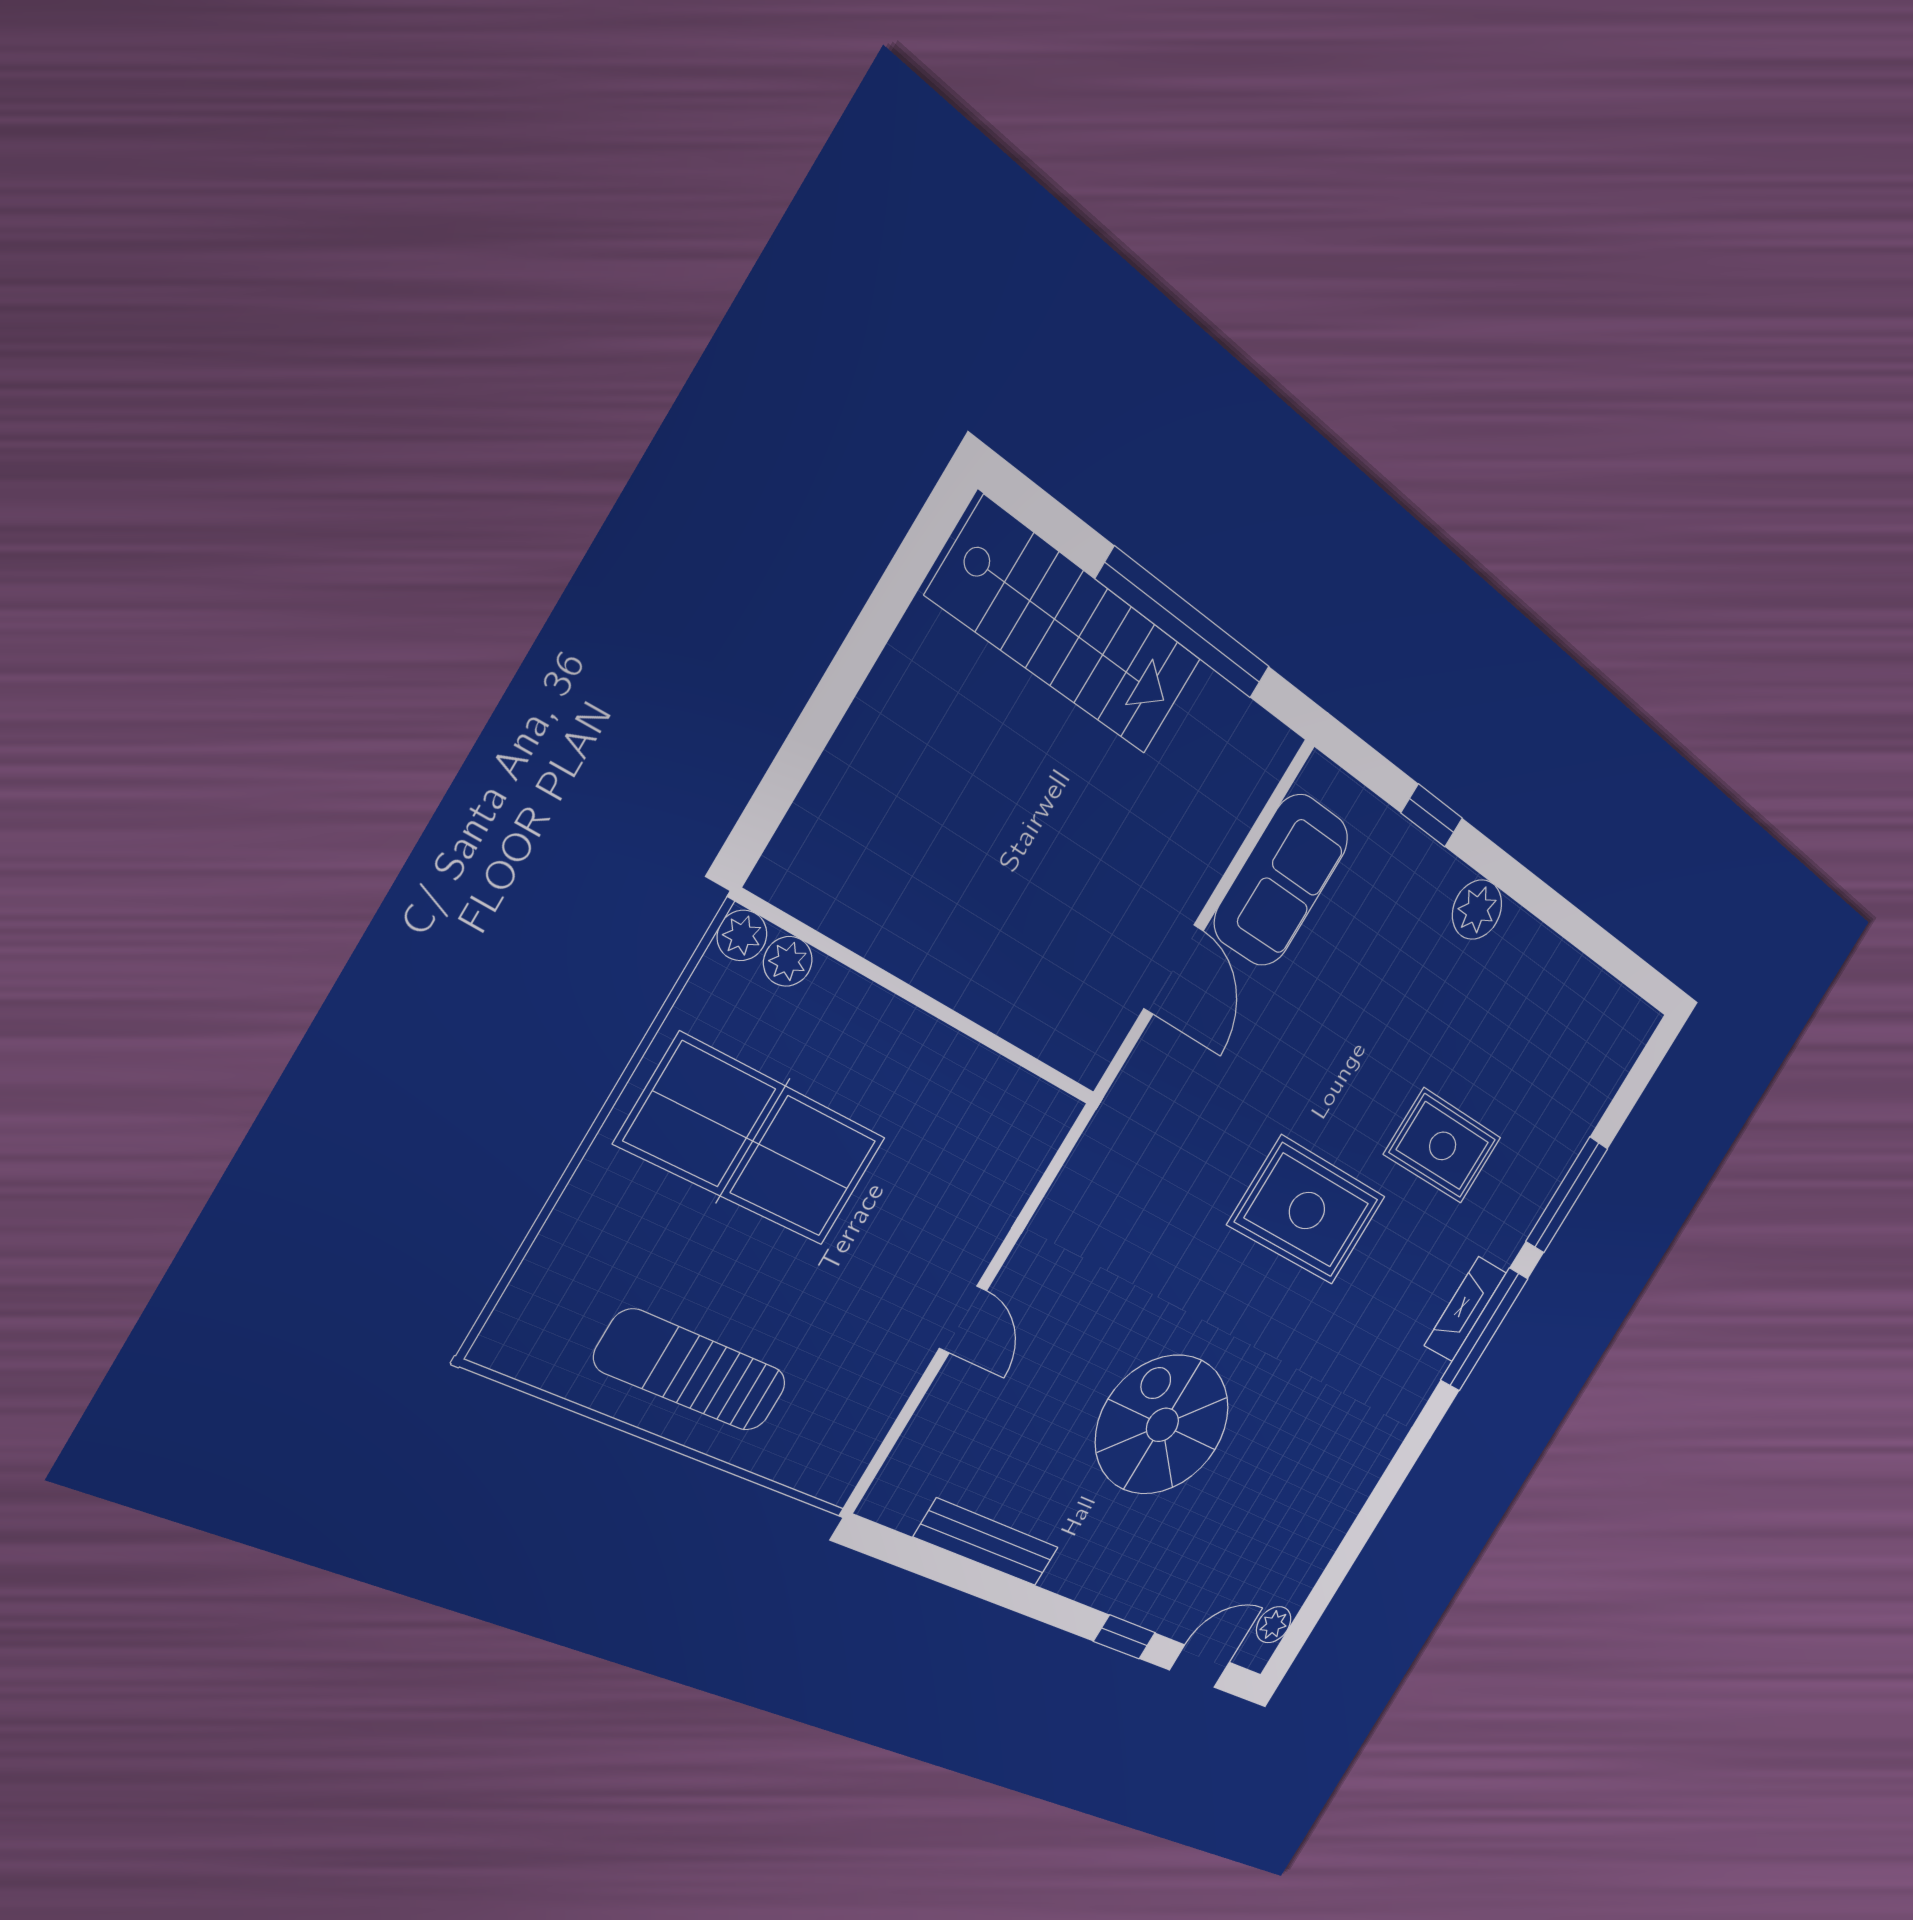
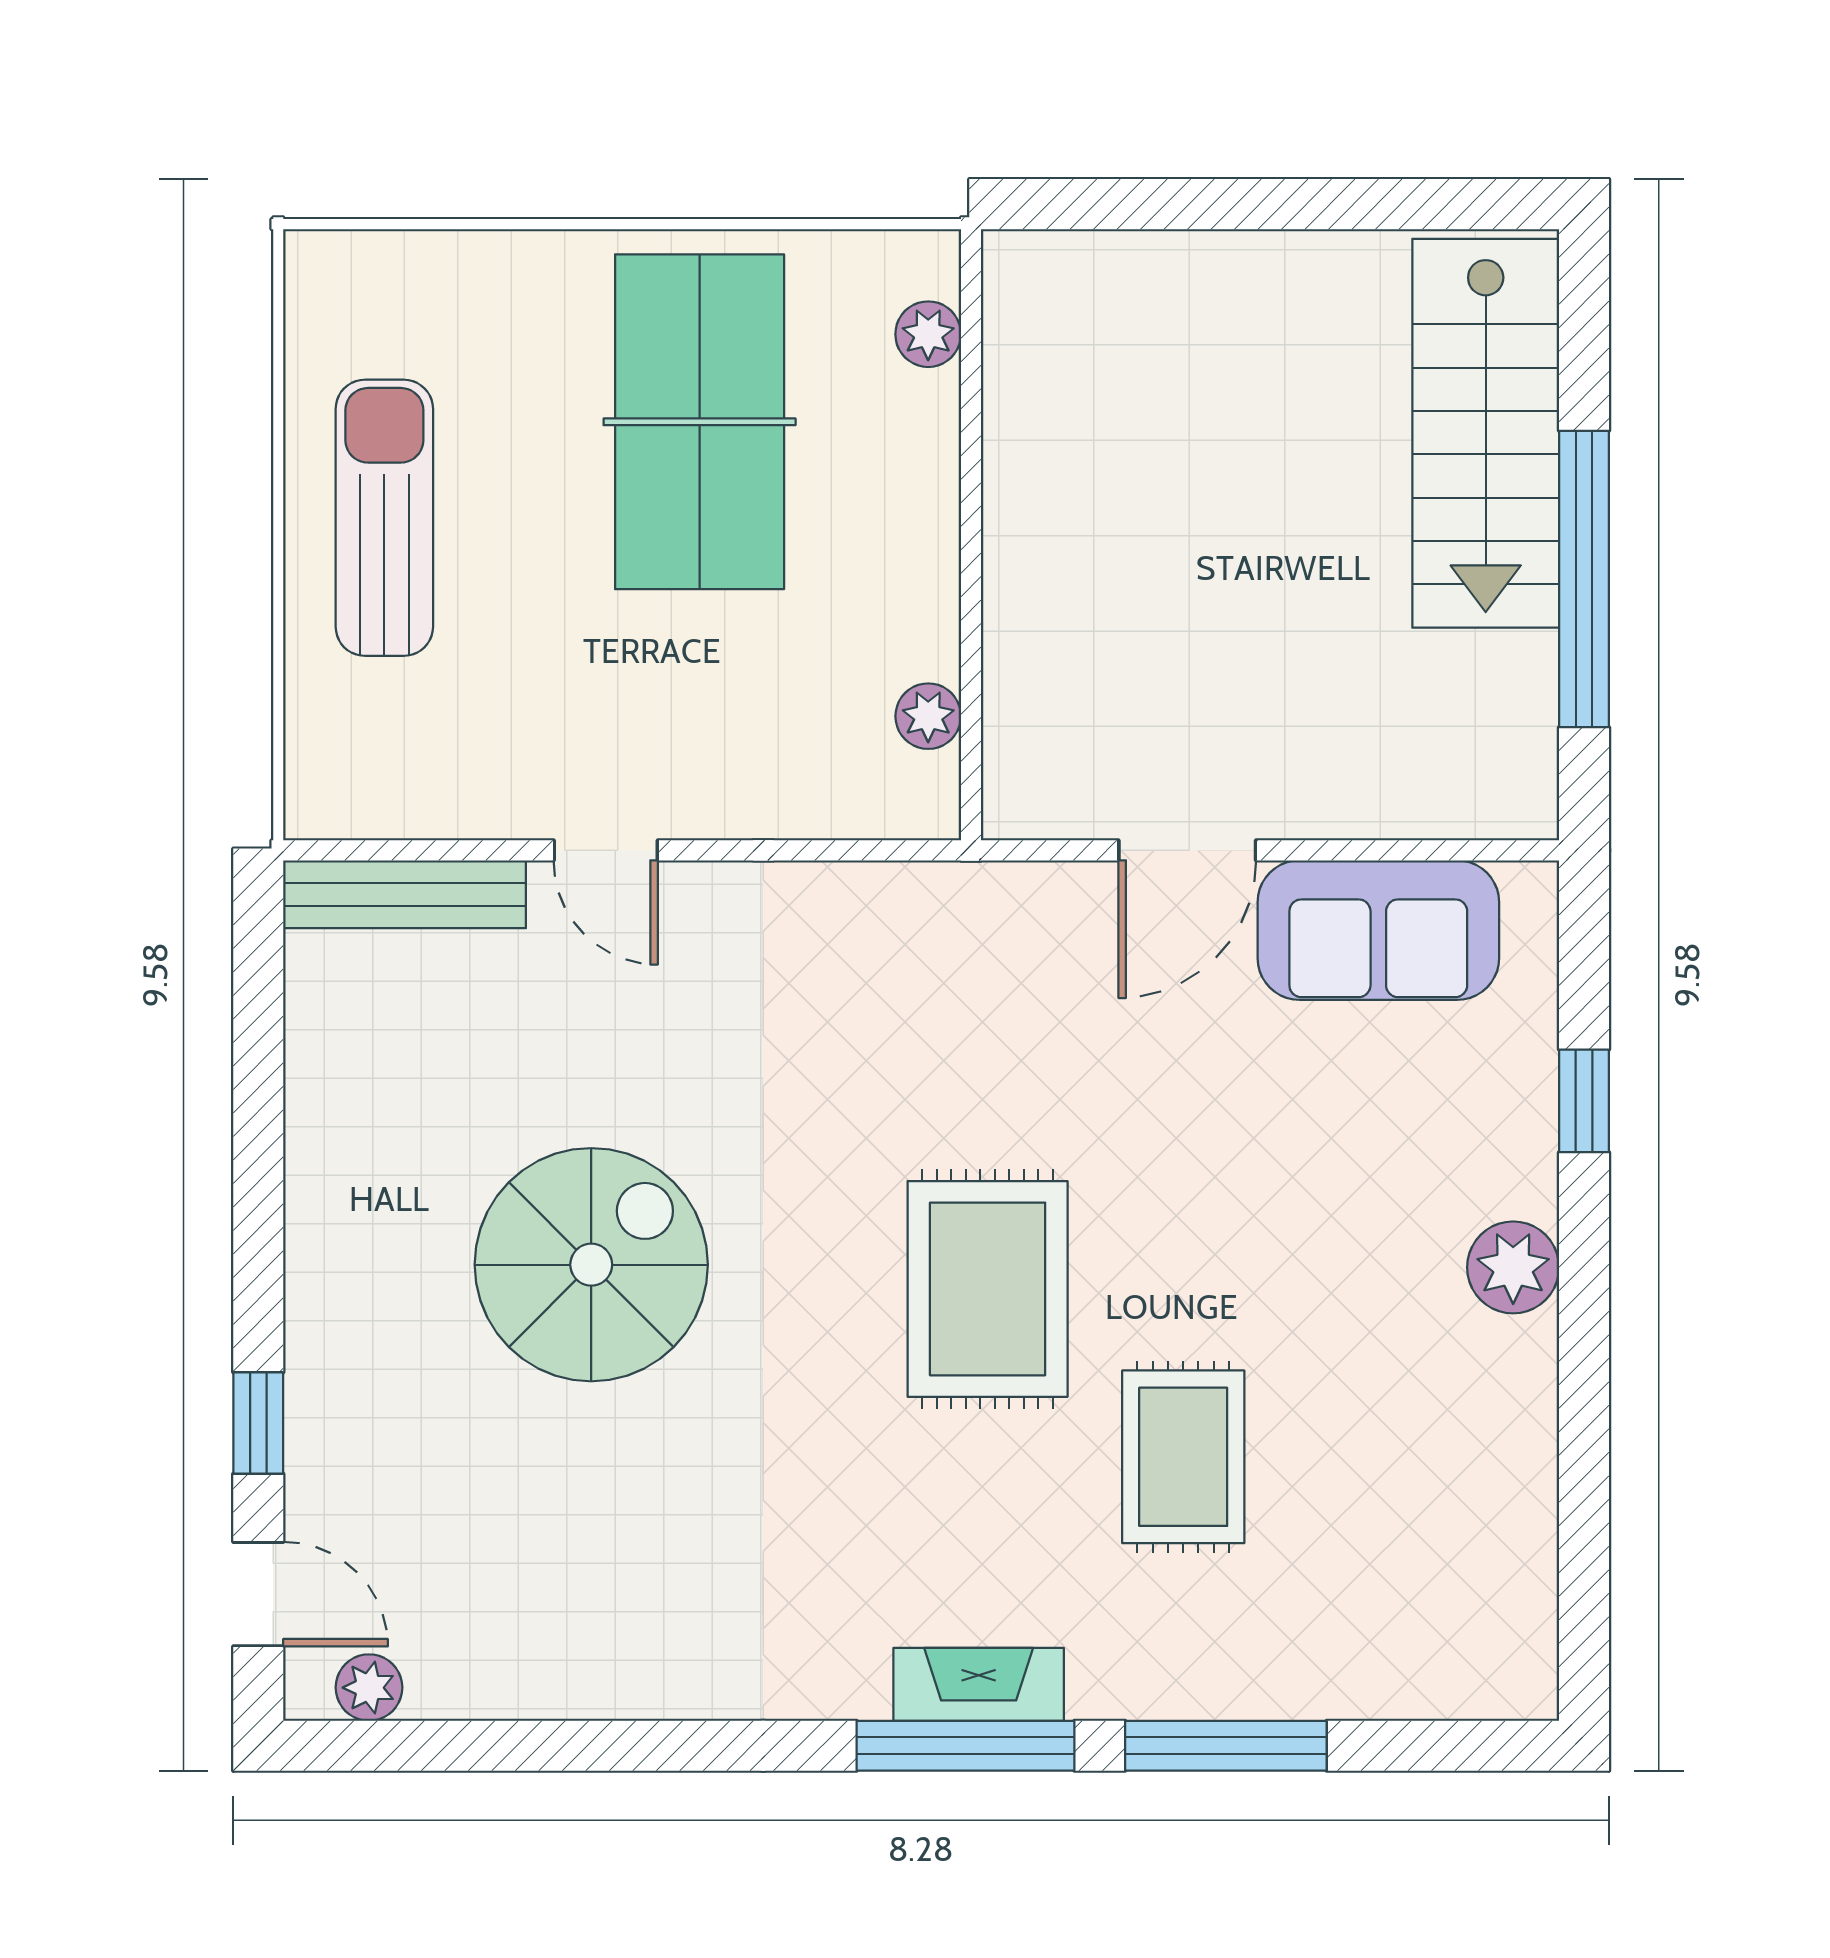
plant: (742, 935) -> (928, 716), moved
door: (963, 1320) -> (606, 850), hinge flipped
bench: (987, 1542) -> (405, 894), moved, turned 90

